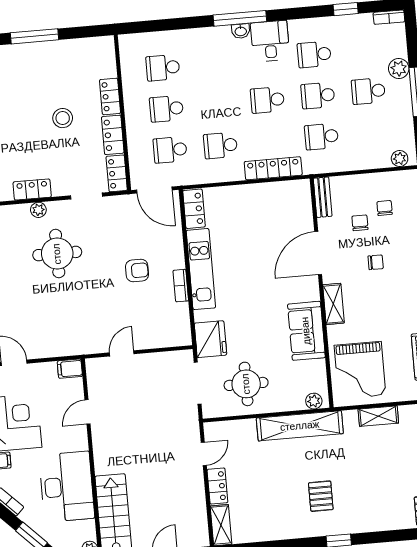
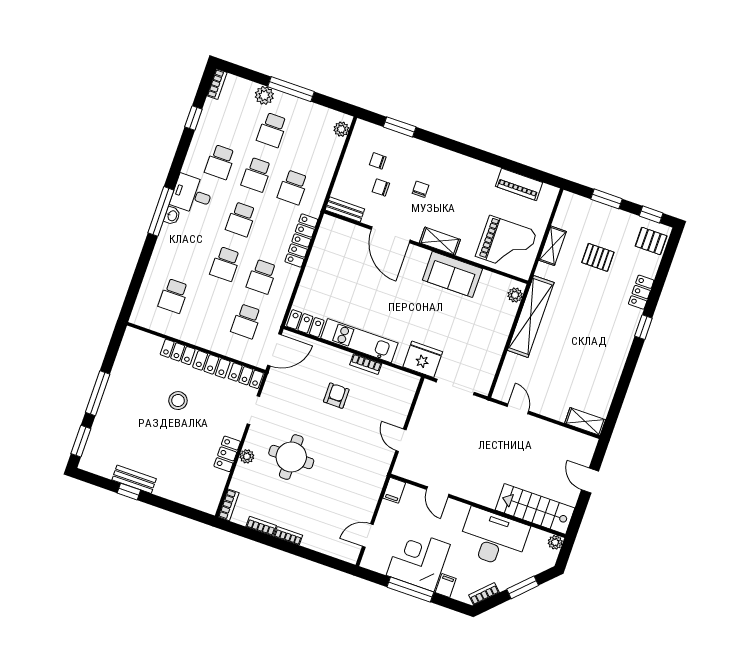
school desk: (166, 109) -> (225, 264), moved
round table: (246, 384) -> (475, 346), removed
locker: (217, 486) -> (641, 292), moved, turned -90
pallet: (321, 496) -> (598, 257), moved

